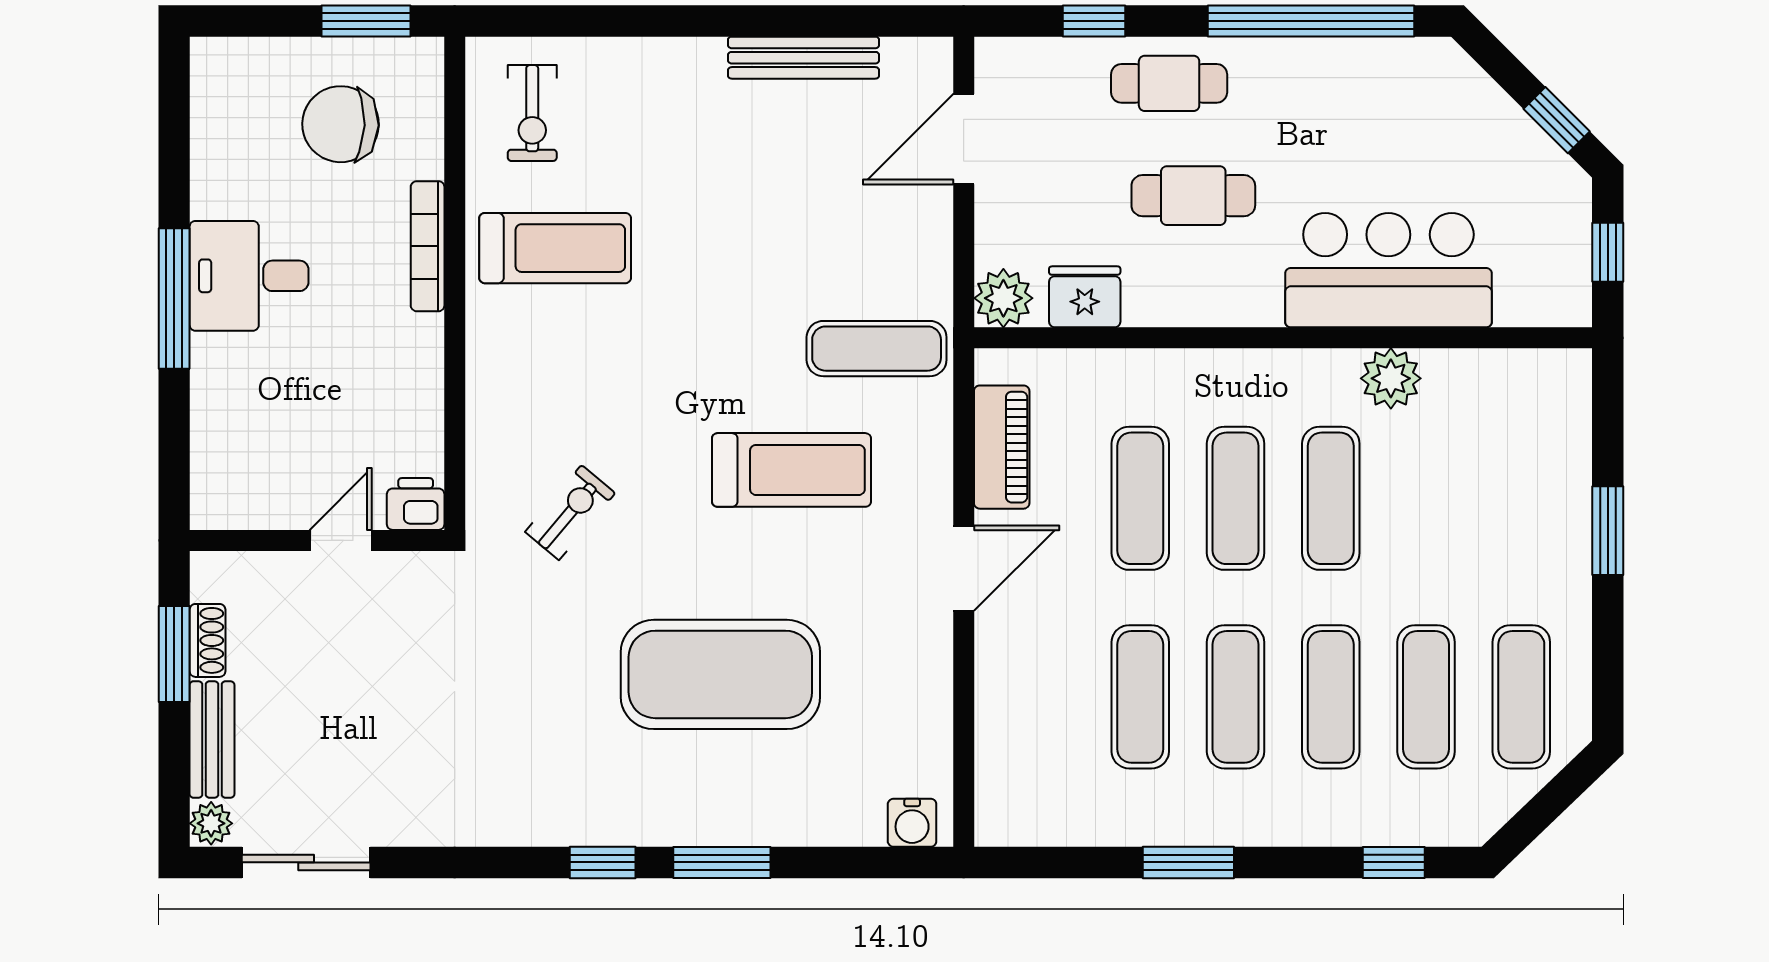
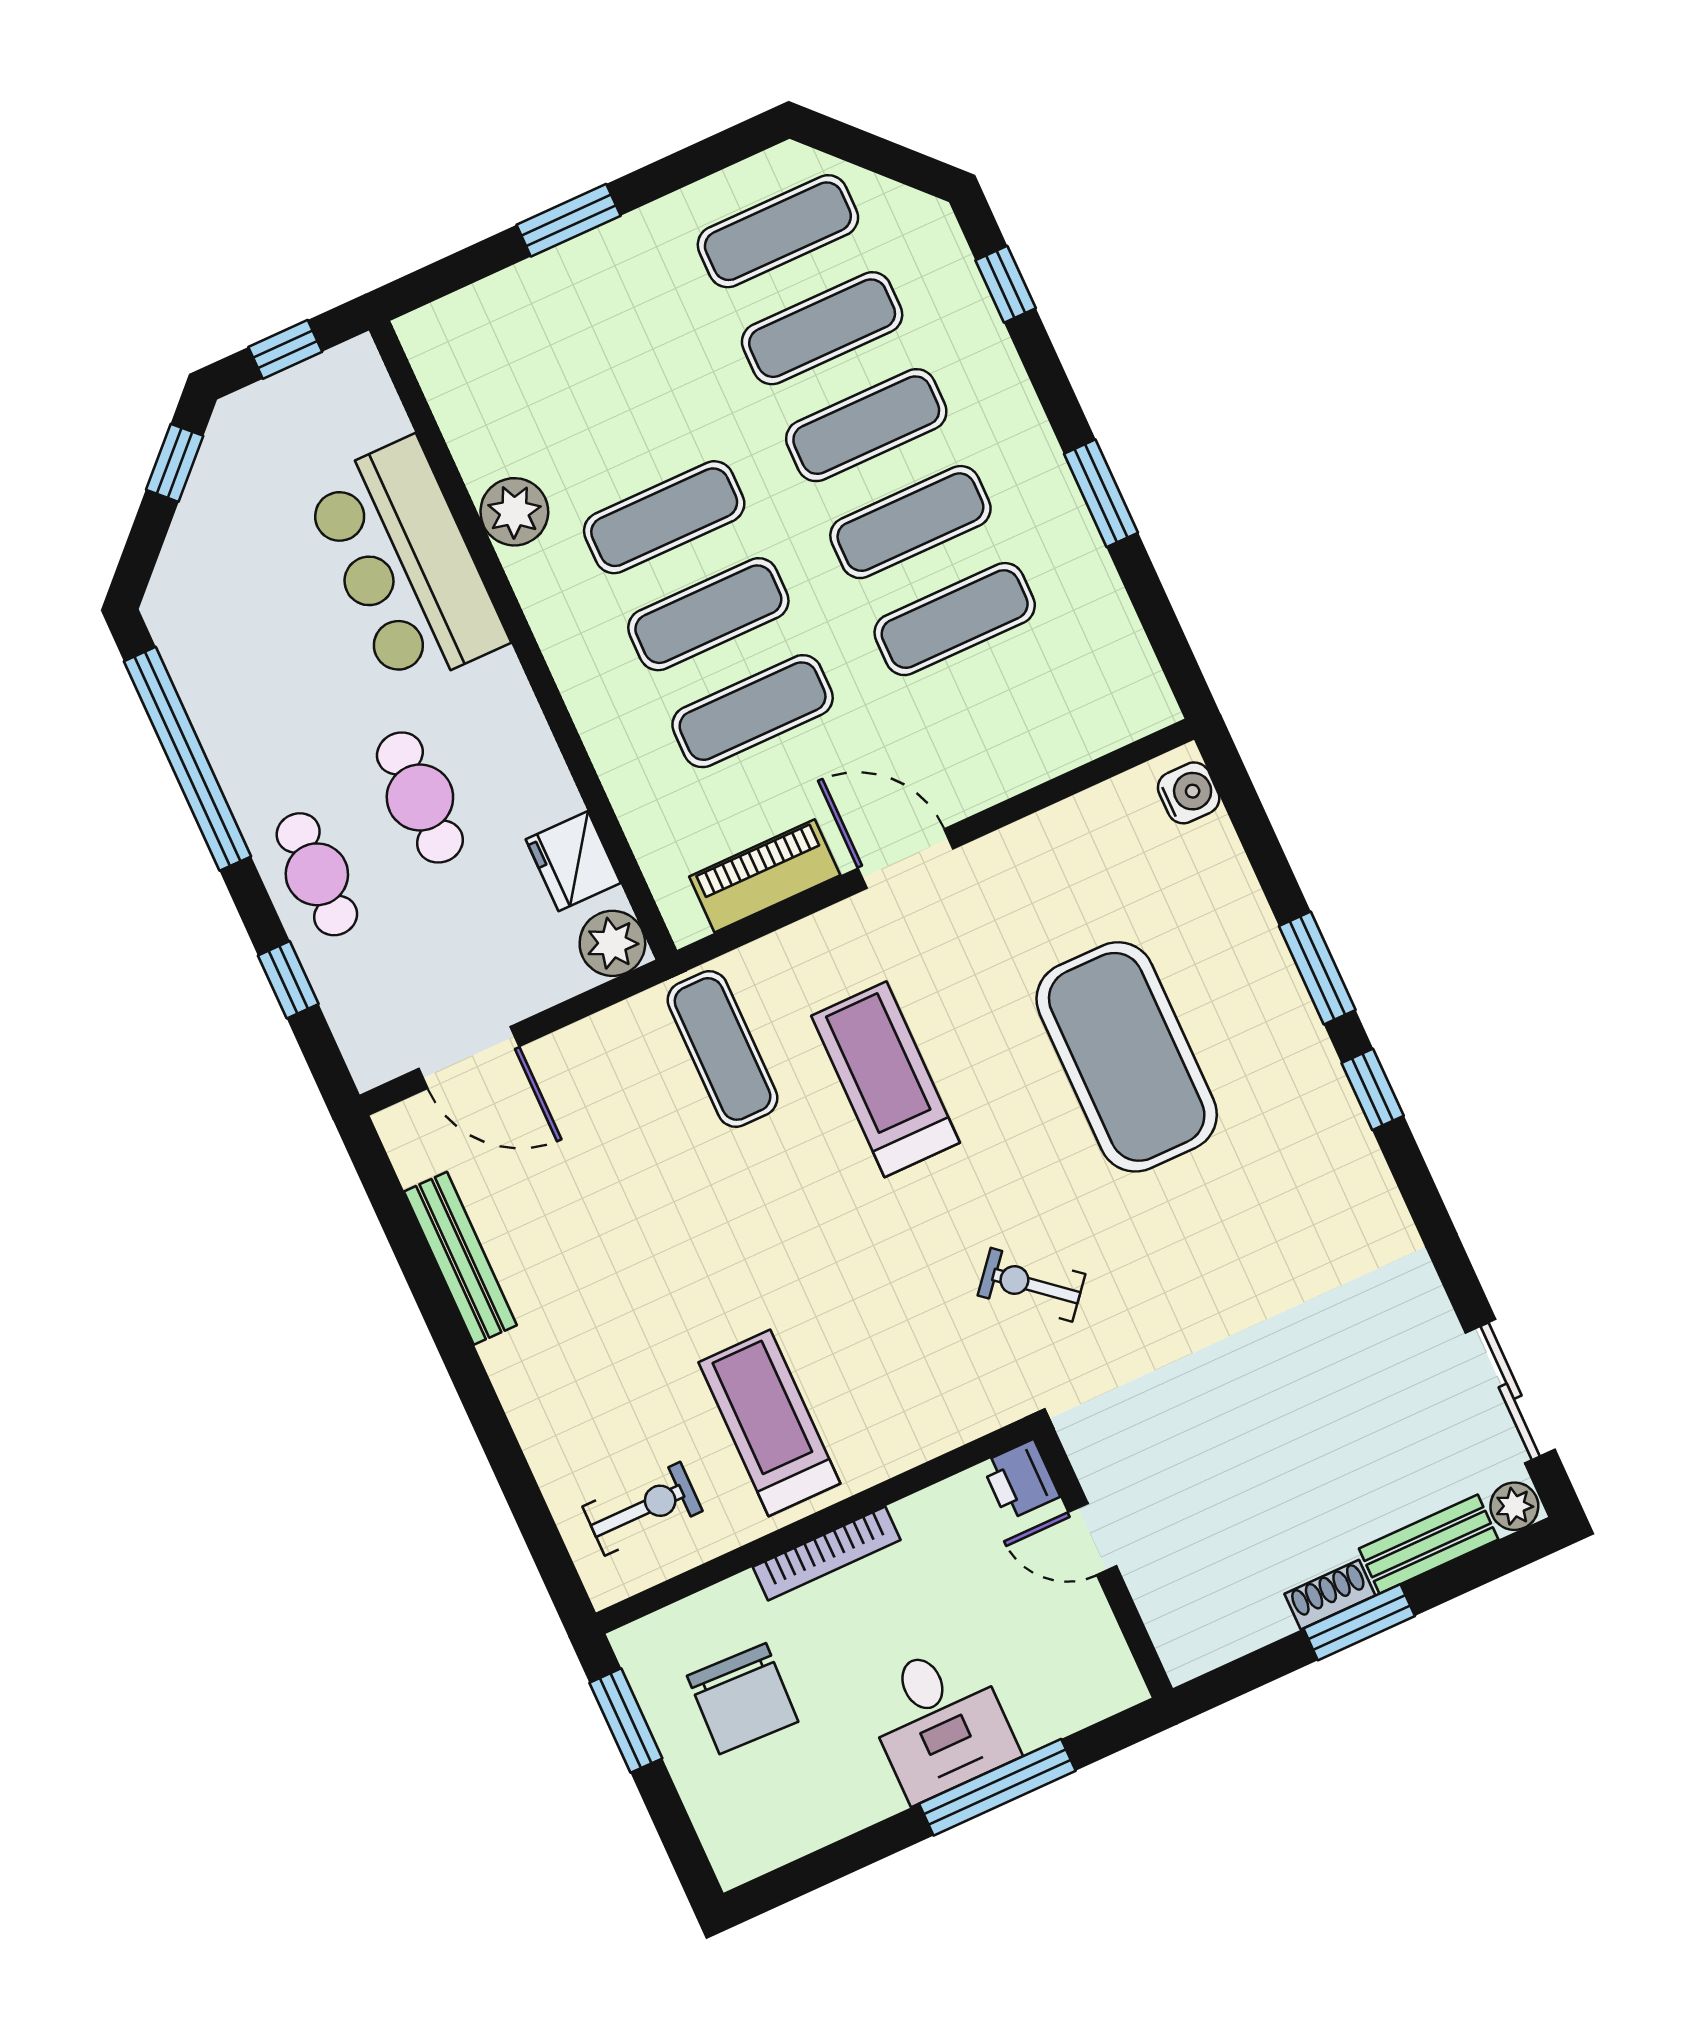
printer: (416, 504) -> (1020, 1480), moved
wall: (317, 540) -> (1103, 1563), moved
door: (341, 540) -> (1092, 1539), moved

